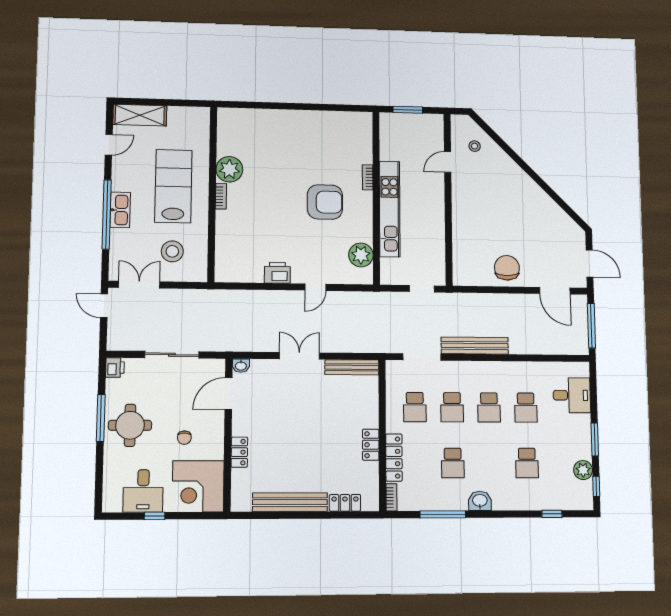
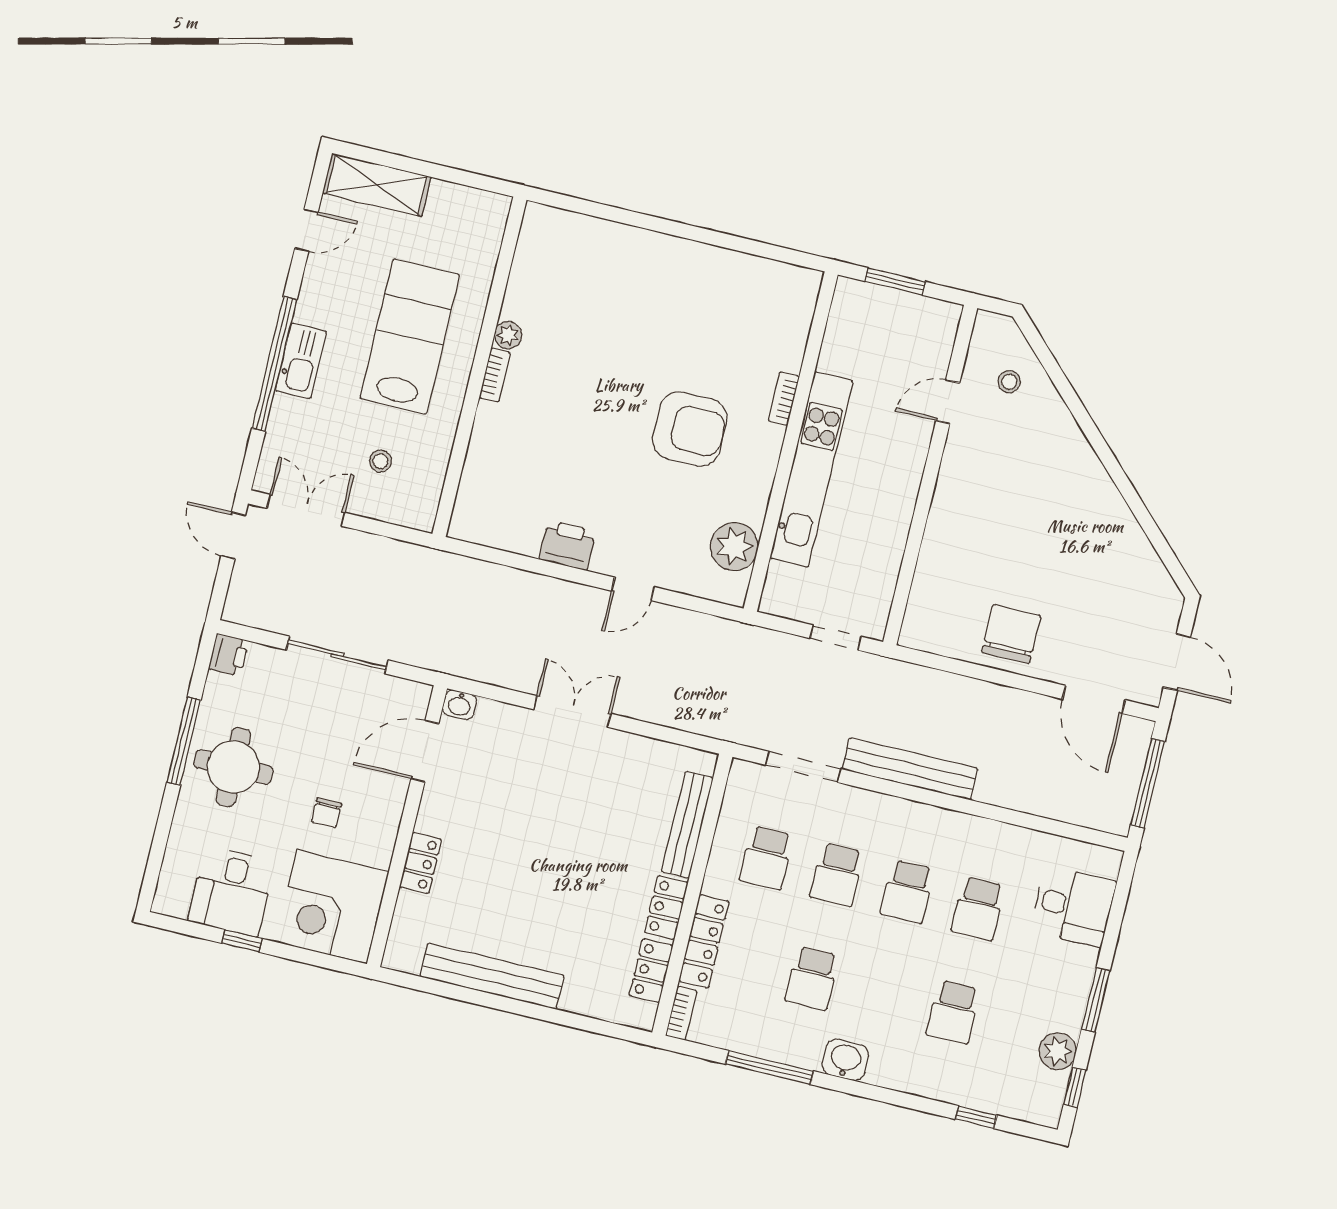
plant: (229, 169) -> (508, 335), width x0.53, depth x0.53
stool: (172, 251) -> (380, 461), width x0.53, depth x0.53
bench: (352, 367) -> (687, 825), moved, turned 90
locker: (345, 503) -> (651, 971), moved, turned -90

